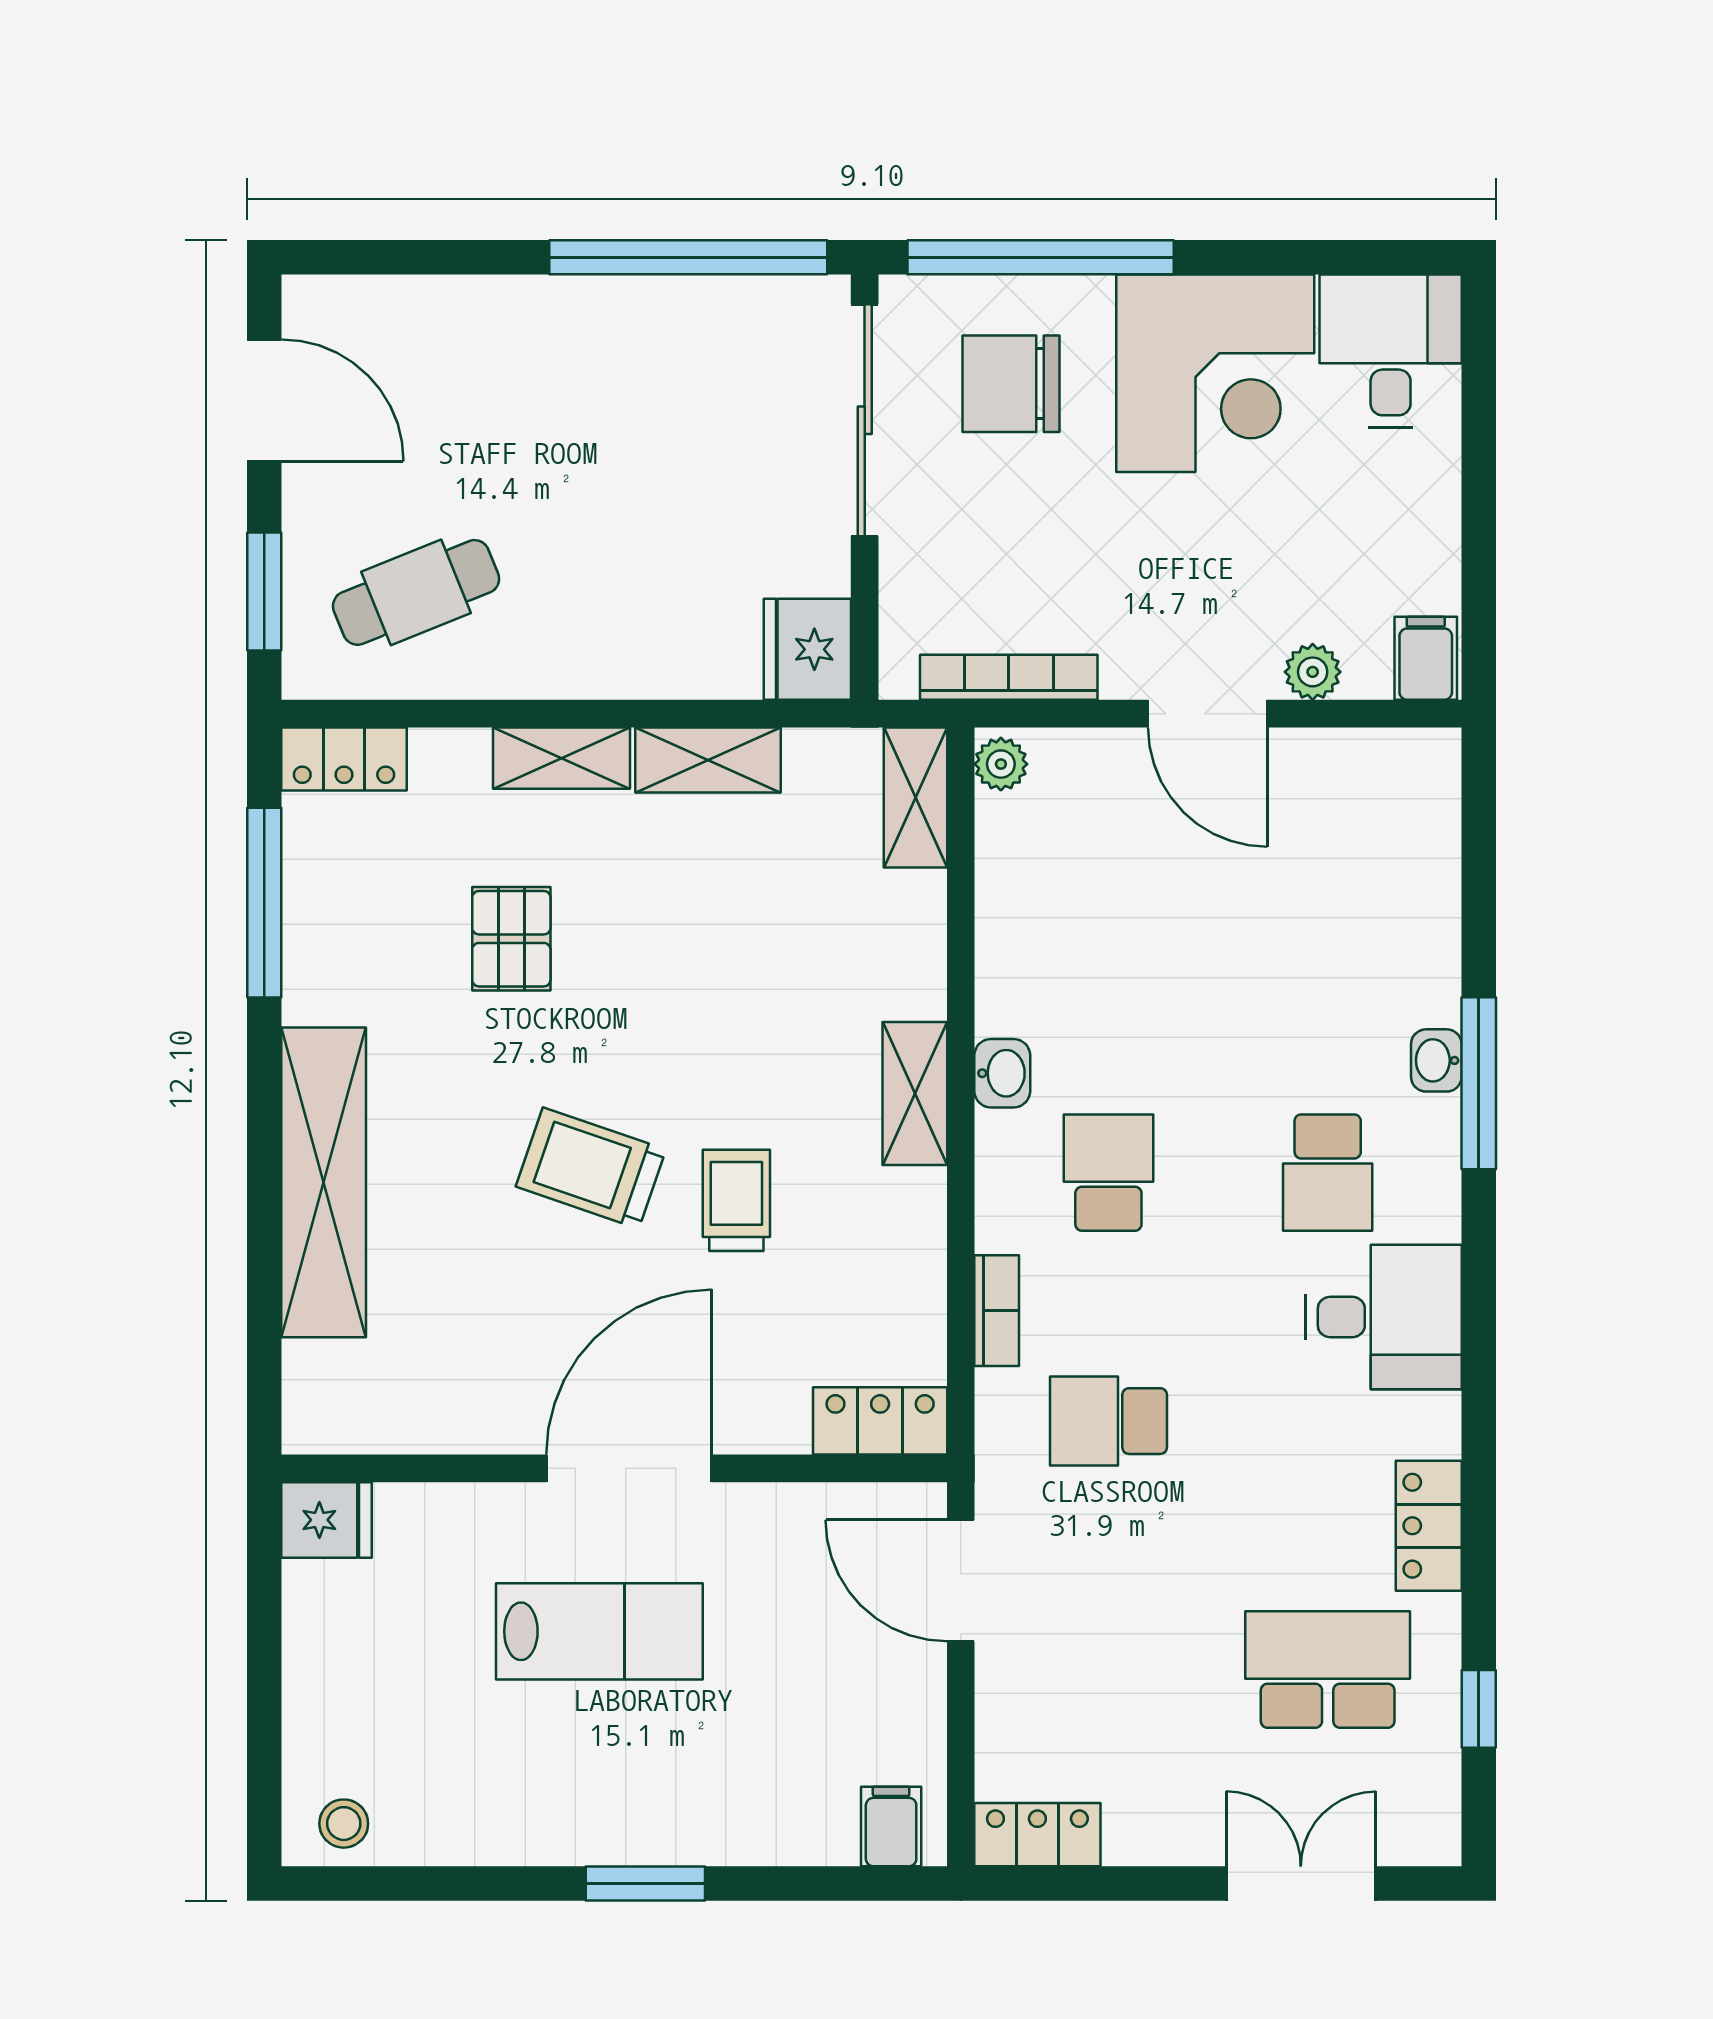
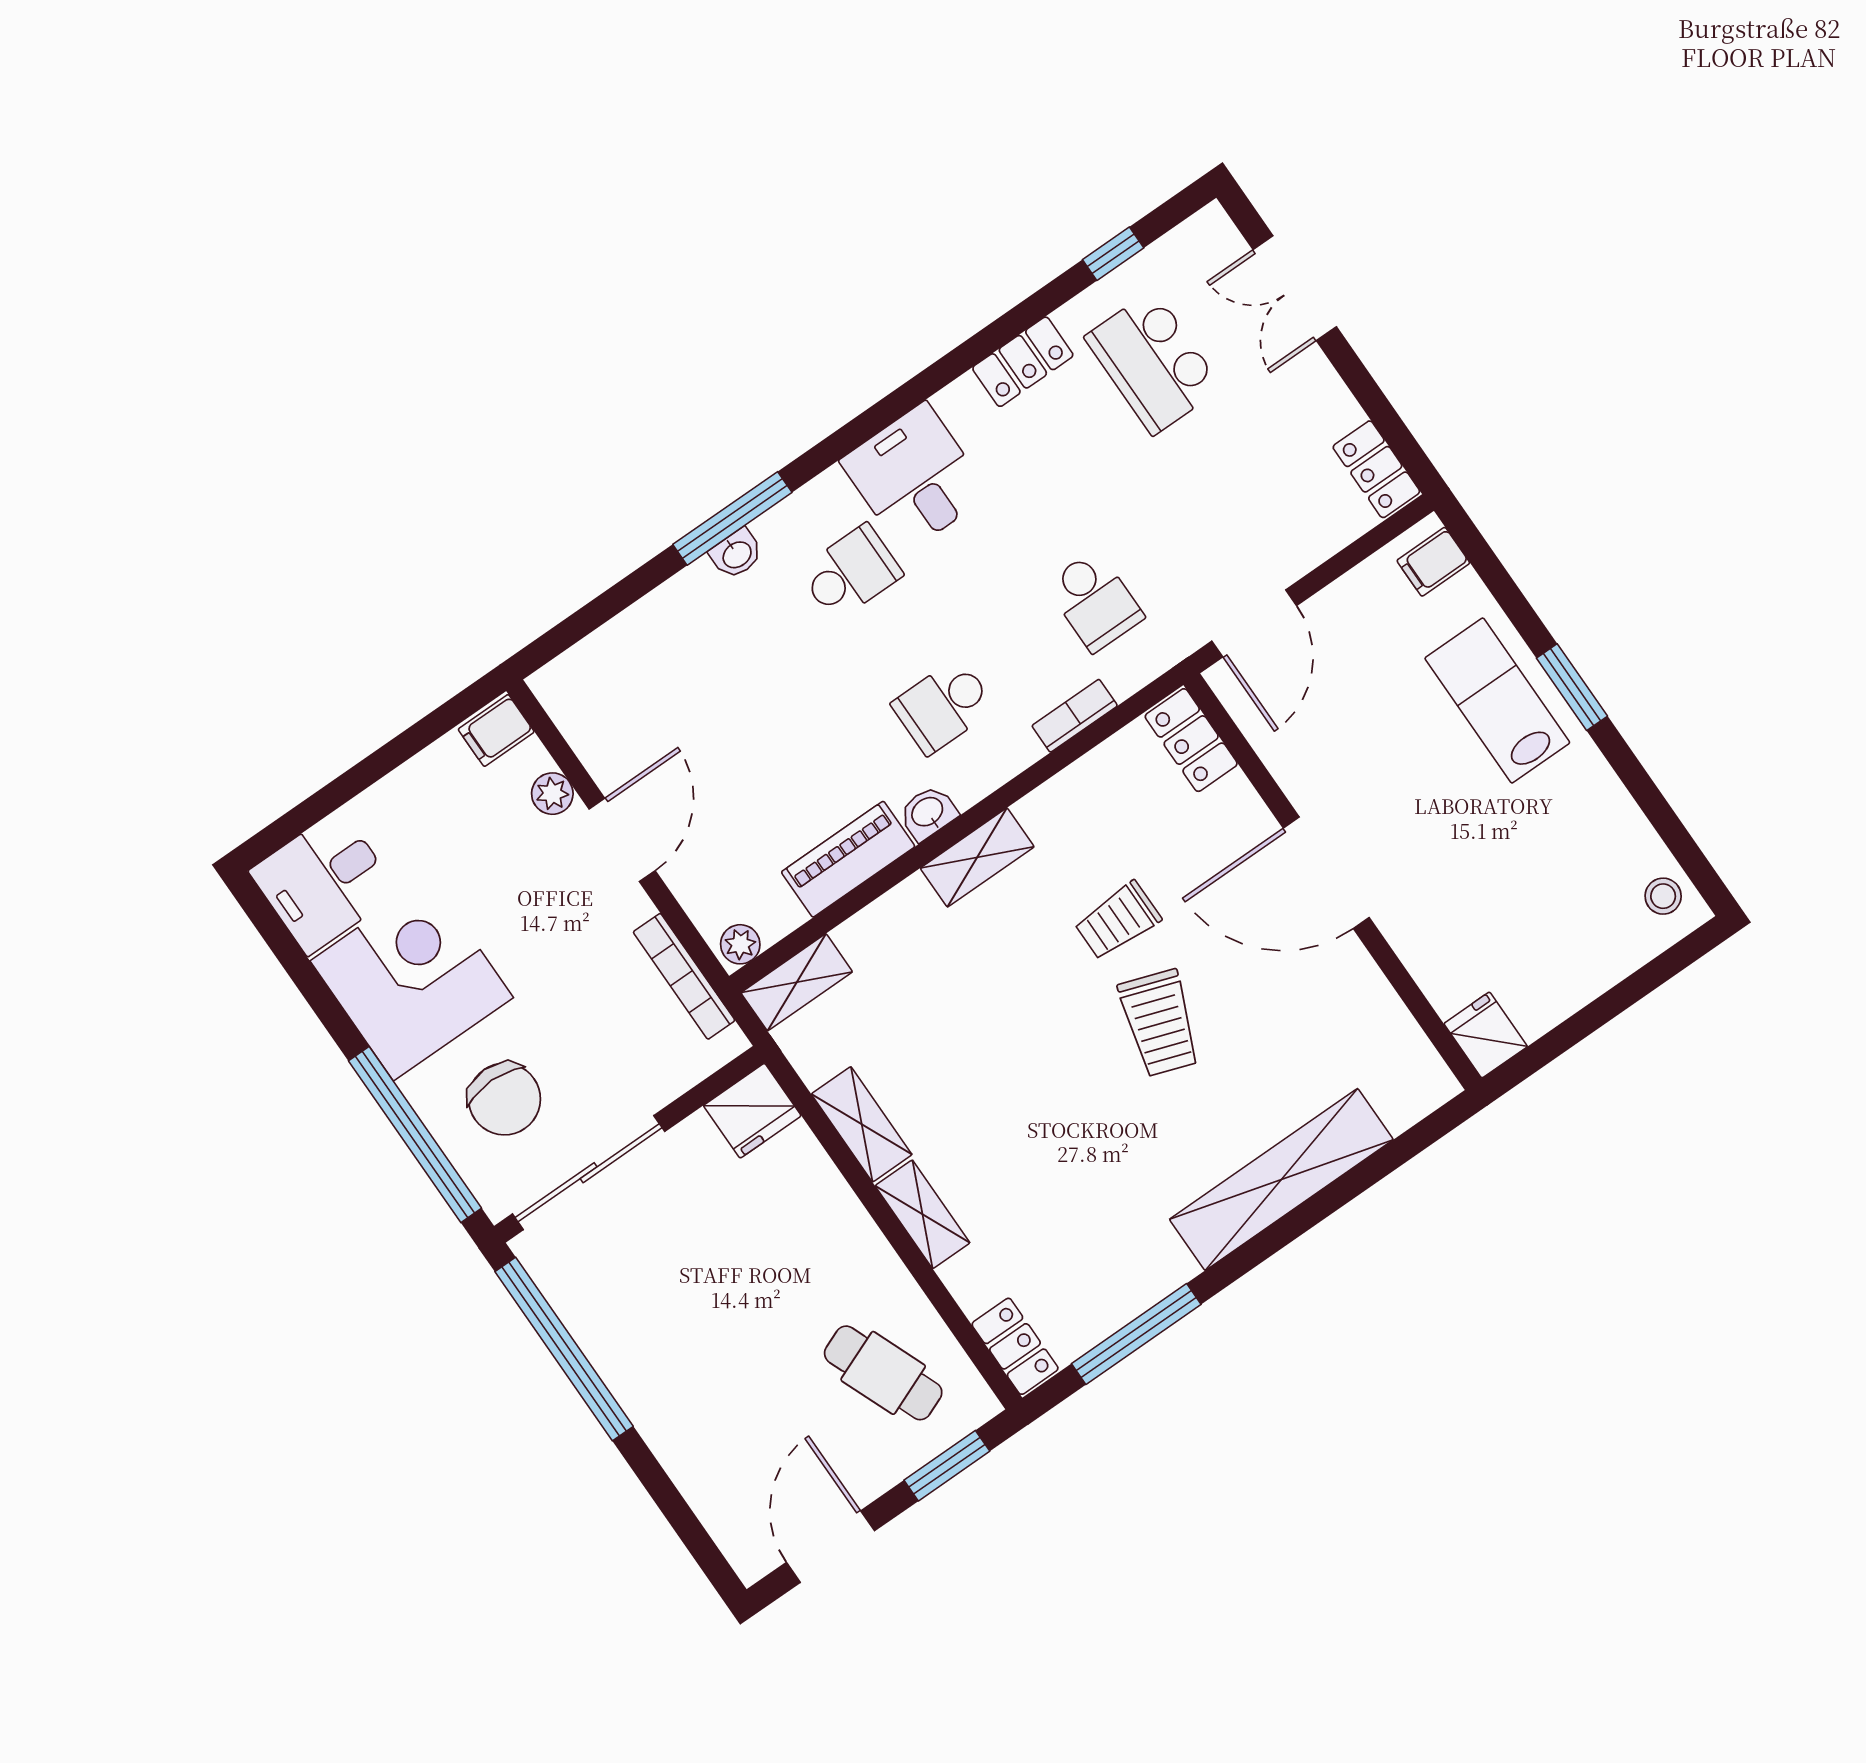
pallet: (511, 939) -> (1054, 1168), removed
piano: (1012, 949) -> (848, 859), added
lab bench: (599, 1631) -> (1497, 700), moved

